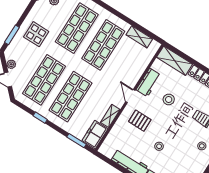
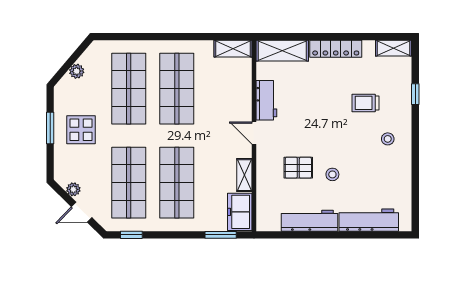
window: (12, 35) -> (50, 128), moved
shelving: (139, 37) -> (233, 49), moved
stool: (169, 99) -> (307, 106), removed
window: (40, 118) -> (131, 235), moved
pallet: (140, 121) -> (298, 168), moved

